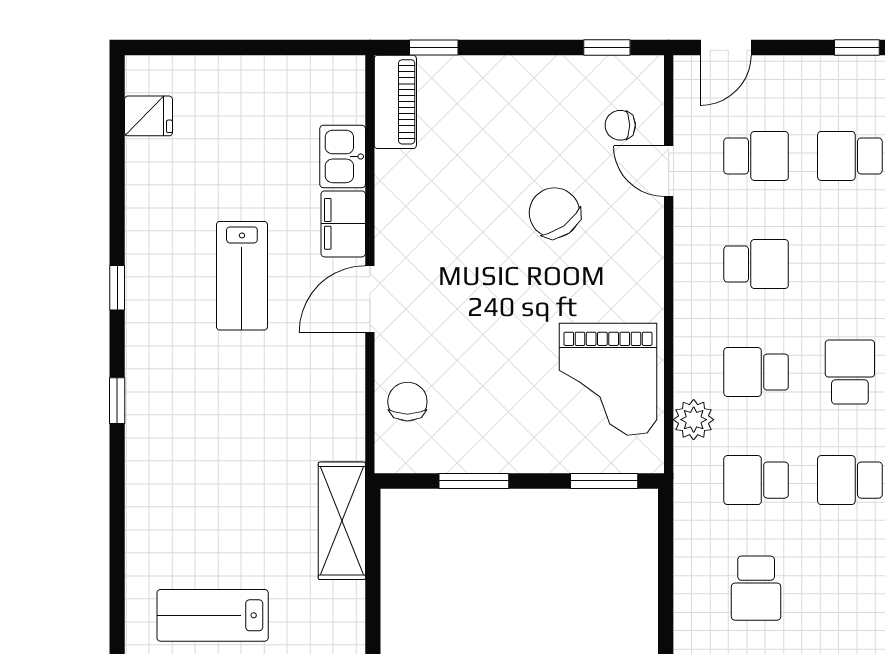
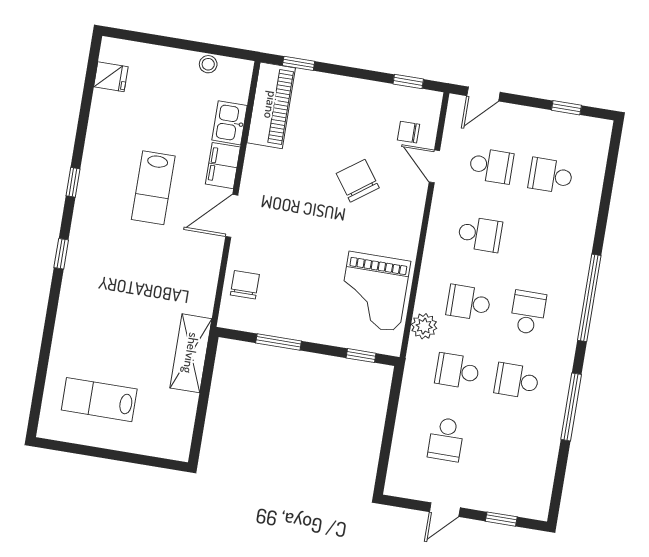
stool: (295, 72) -> (208, 64), added
piano: (395, 102) -> (271, 105), width x1.37, depth x1.33
window: (604, 481) -> (361, 356), width x0.67

